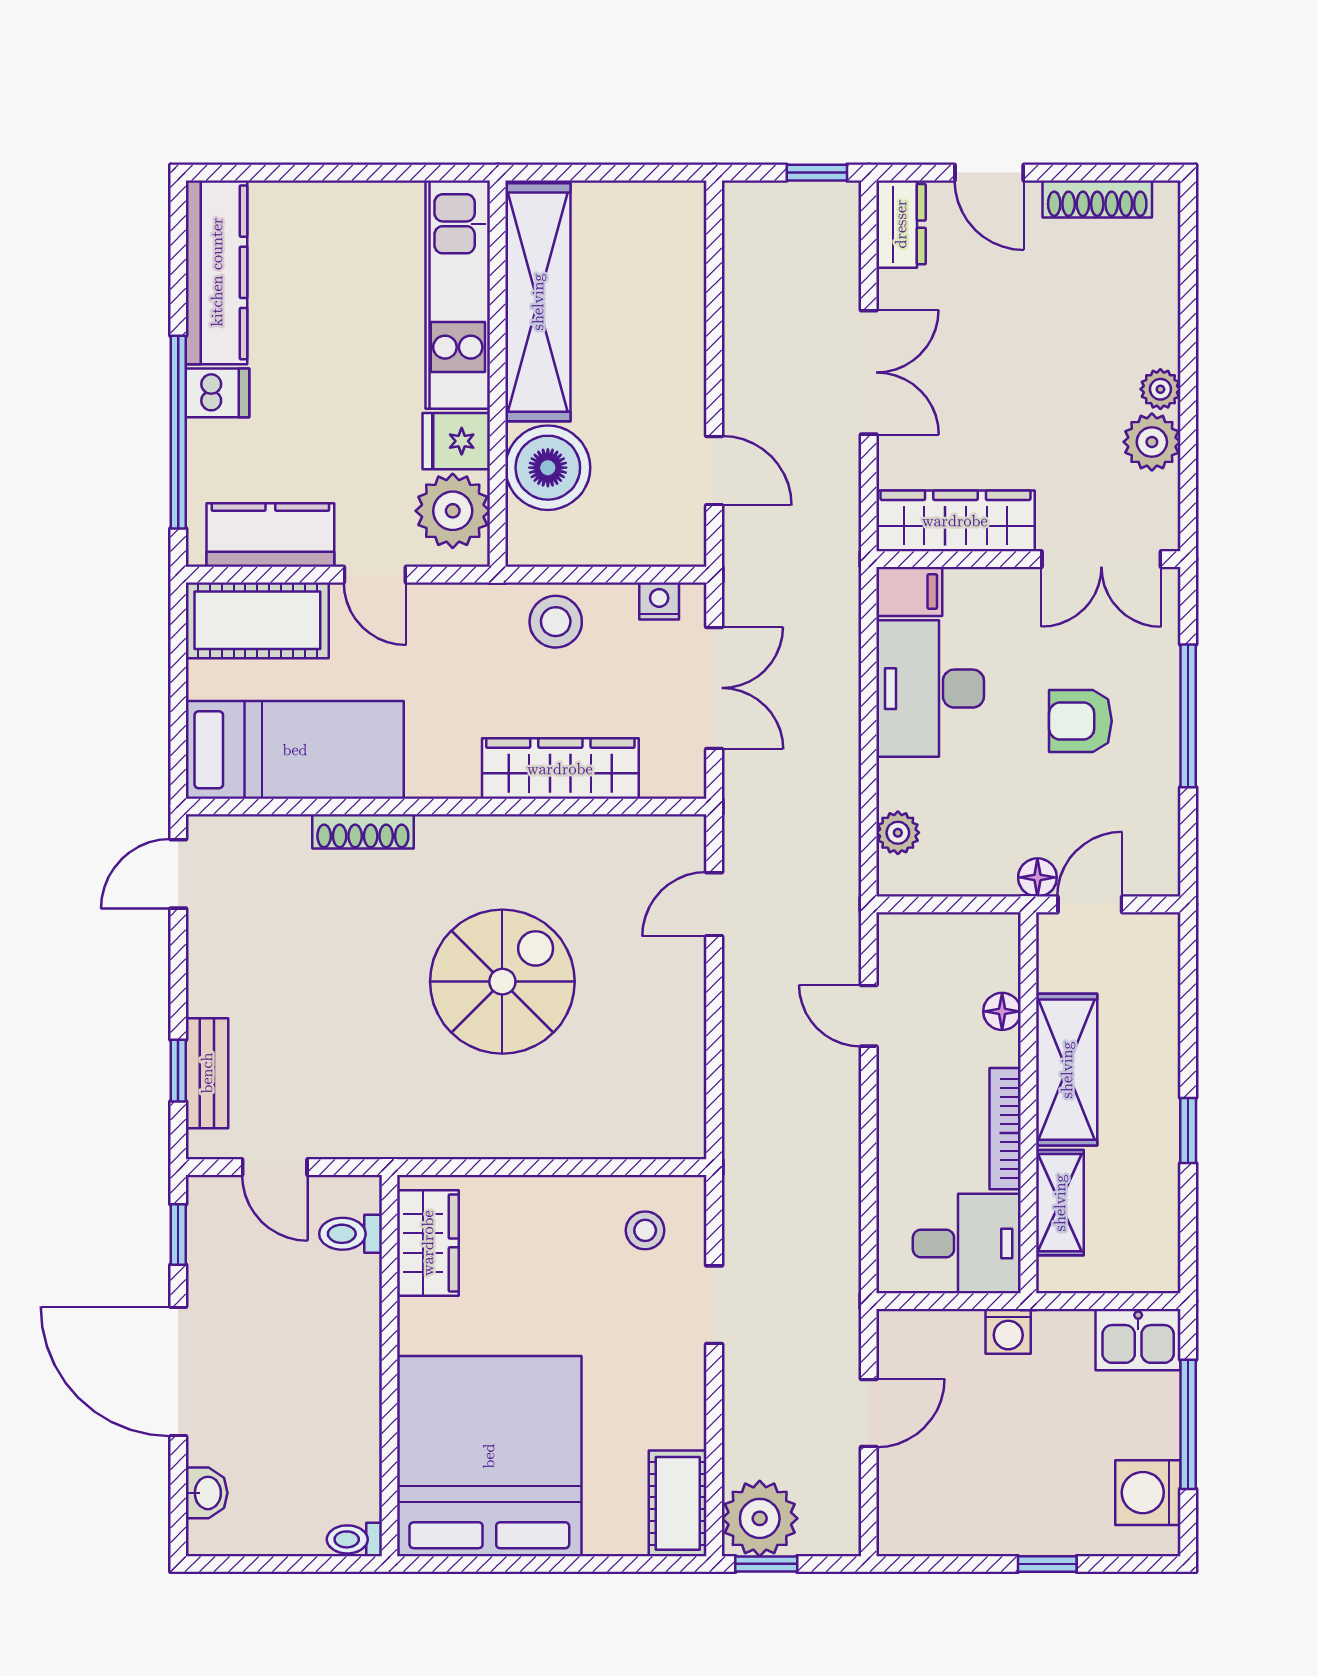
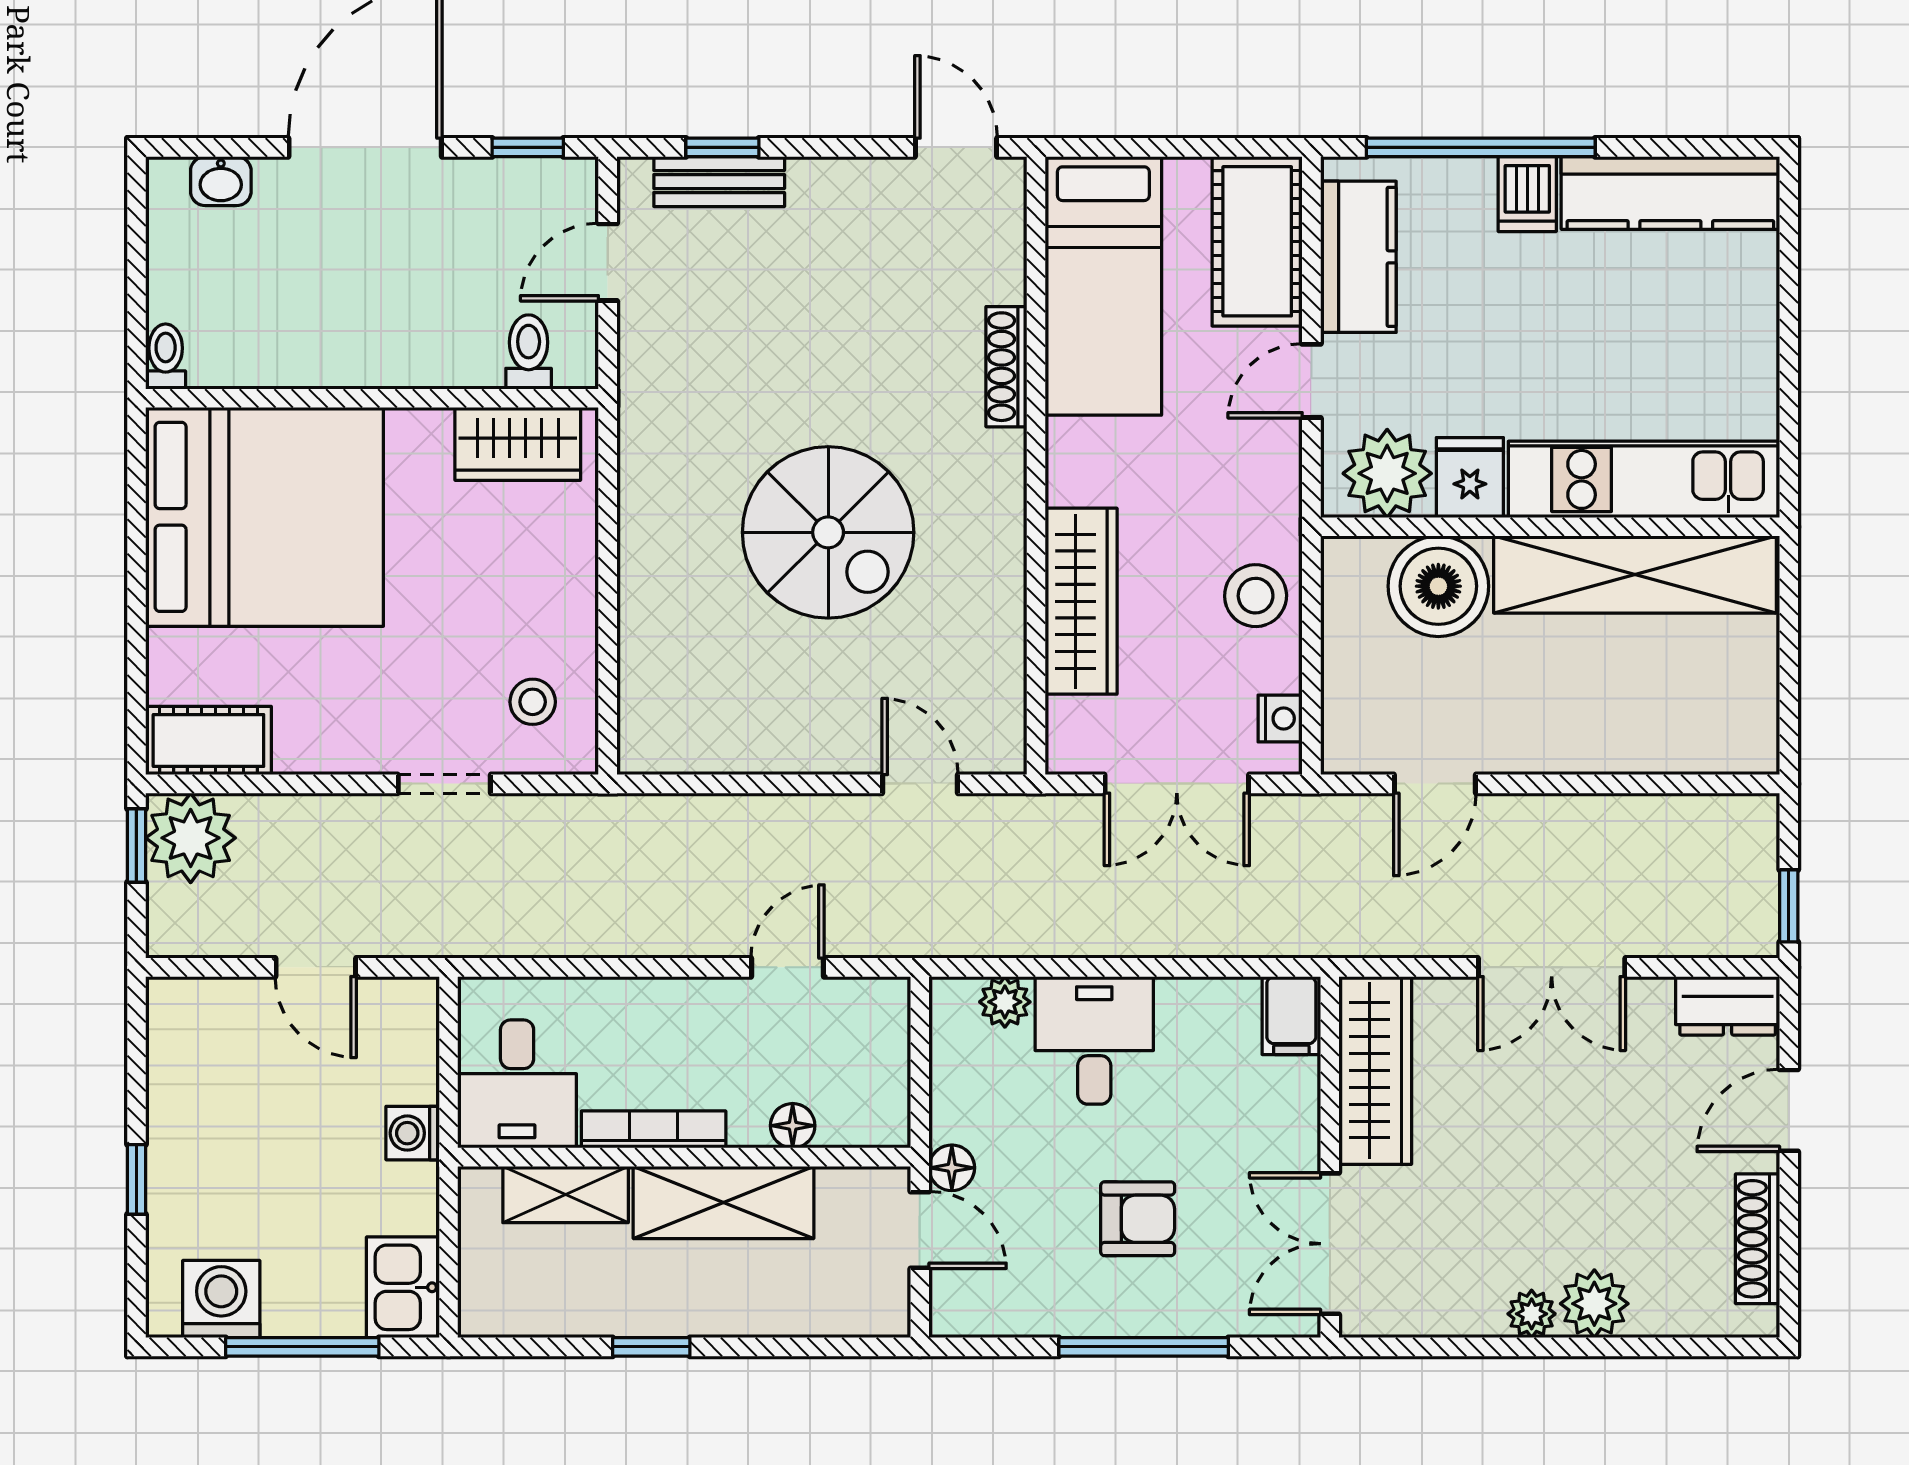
plant: (1152, 442) -> (1594, 1304), moved
desk: (930, 689) -> (1094, 1040), moved, width x0.73
armchair: (1080, 721) -> (1138, 1219), turned 90

